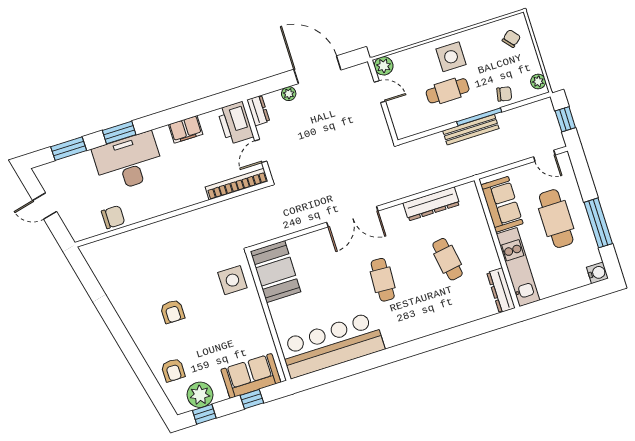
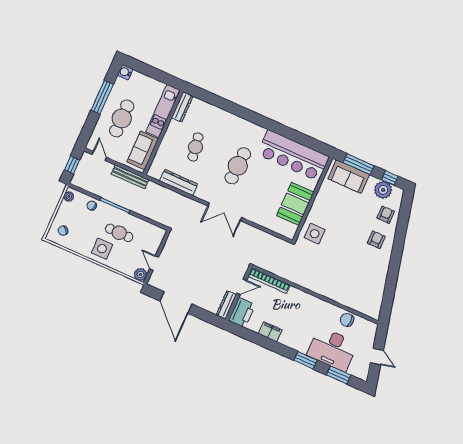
plant: (289, 94) -> (201, 303), removed
dresser: (258, 111) -> (226, 305), width x1.44
bench: (471, 130) -> (130, 177), moved
desk: (128, 162) -> (332, 349), moved
double door: (352, 217) -> (225, 212), swing flipped
booth: (276, 272) -> (295, 204), moved
cafe table: (383, 280) -> (238, 166), width x1.37, depth x1.35
armchair: (172, 312) -> (376, 240), moved
window: (252, 399) -> (359, 164), width x2.17

